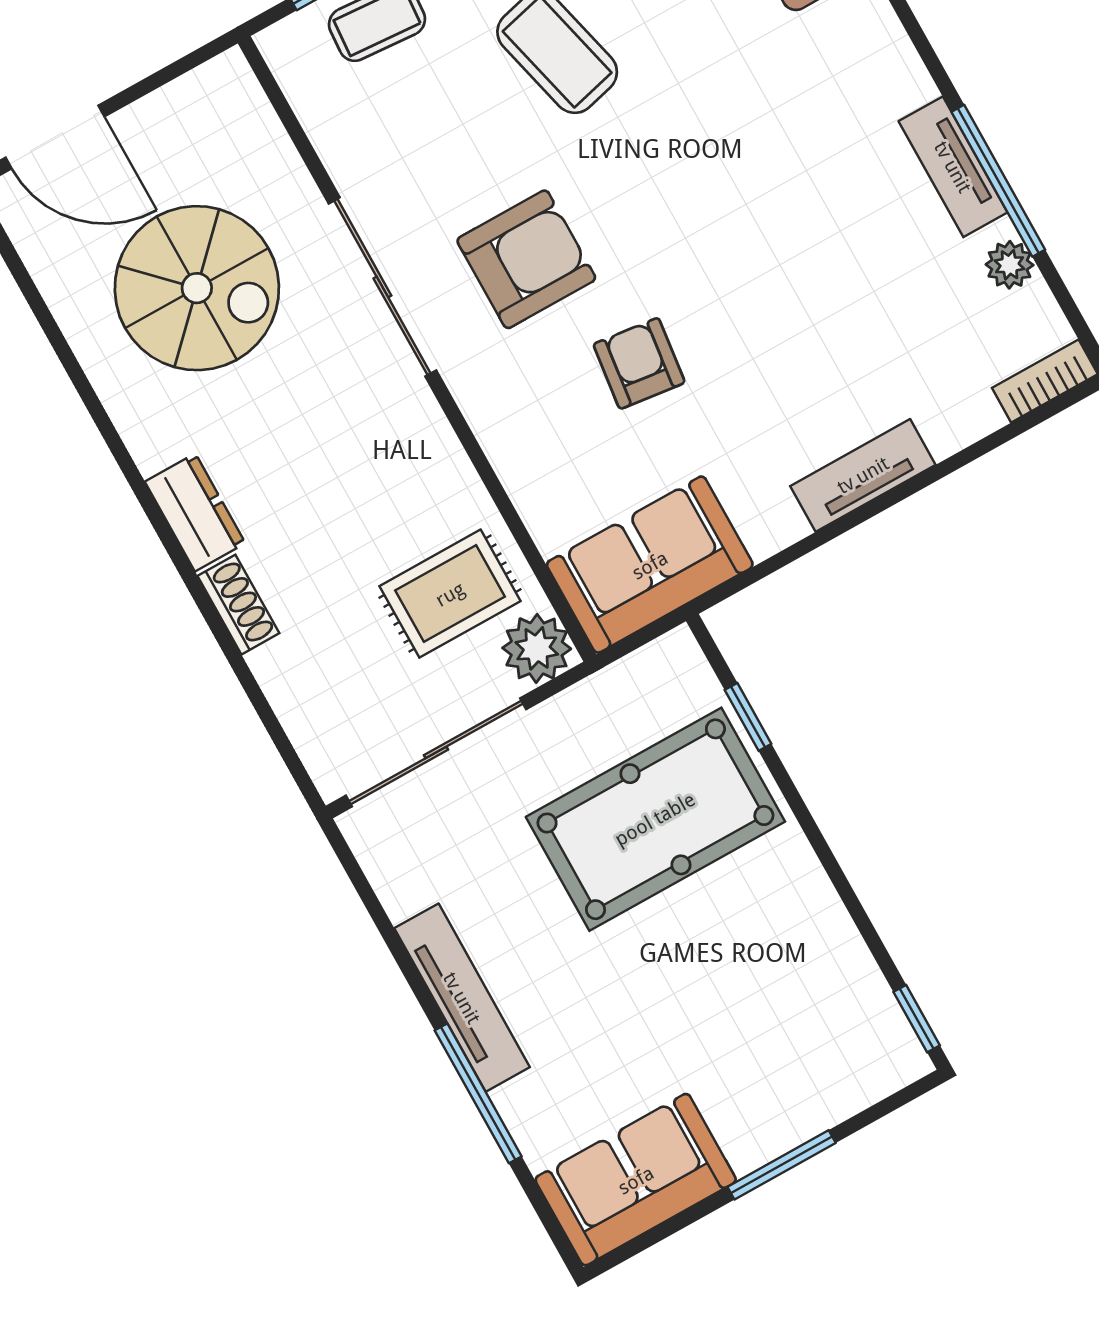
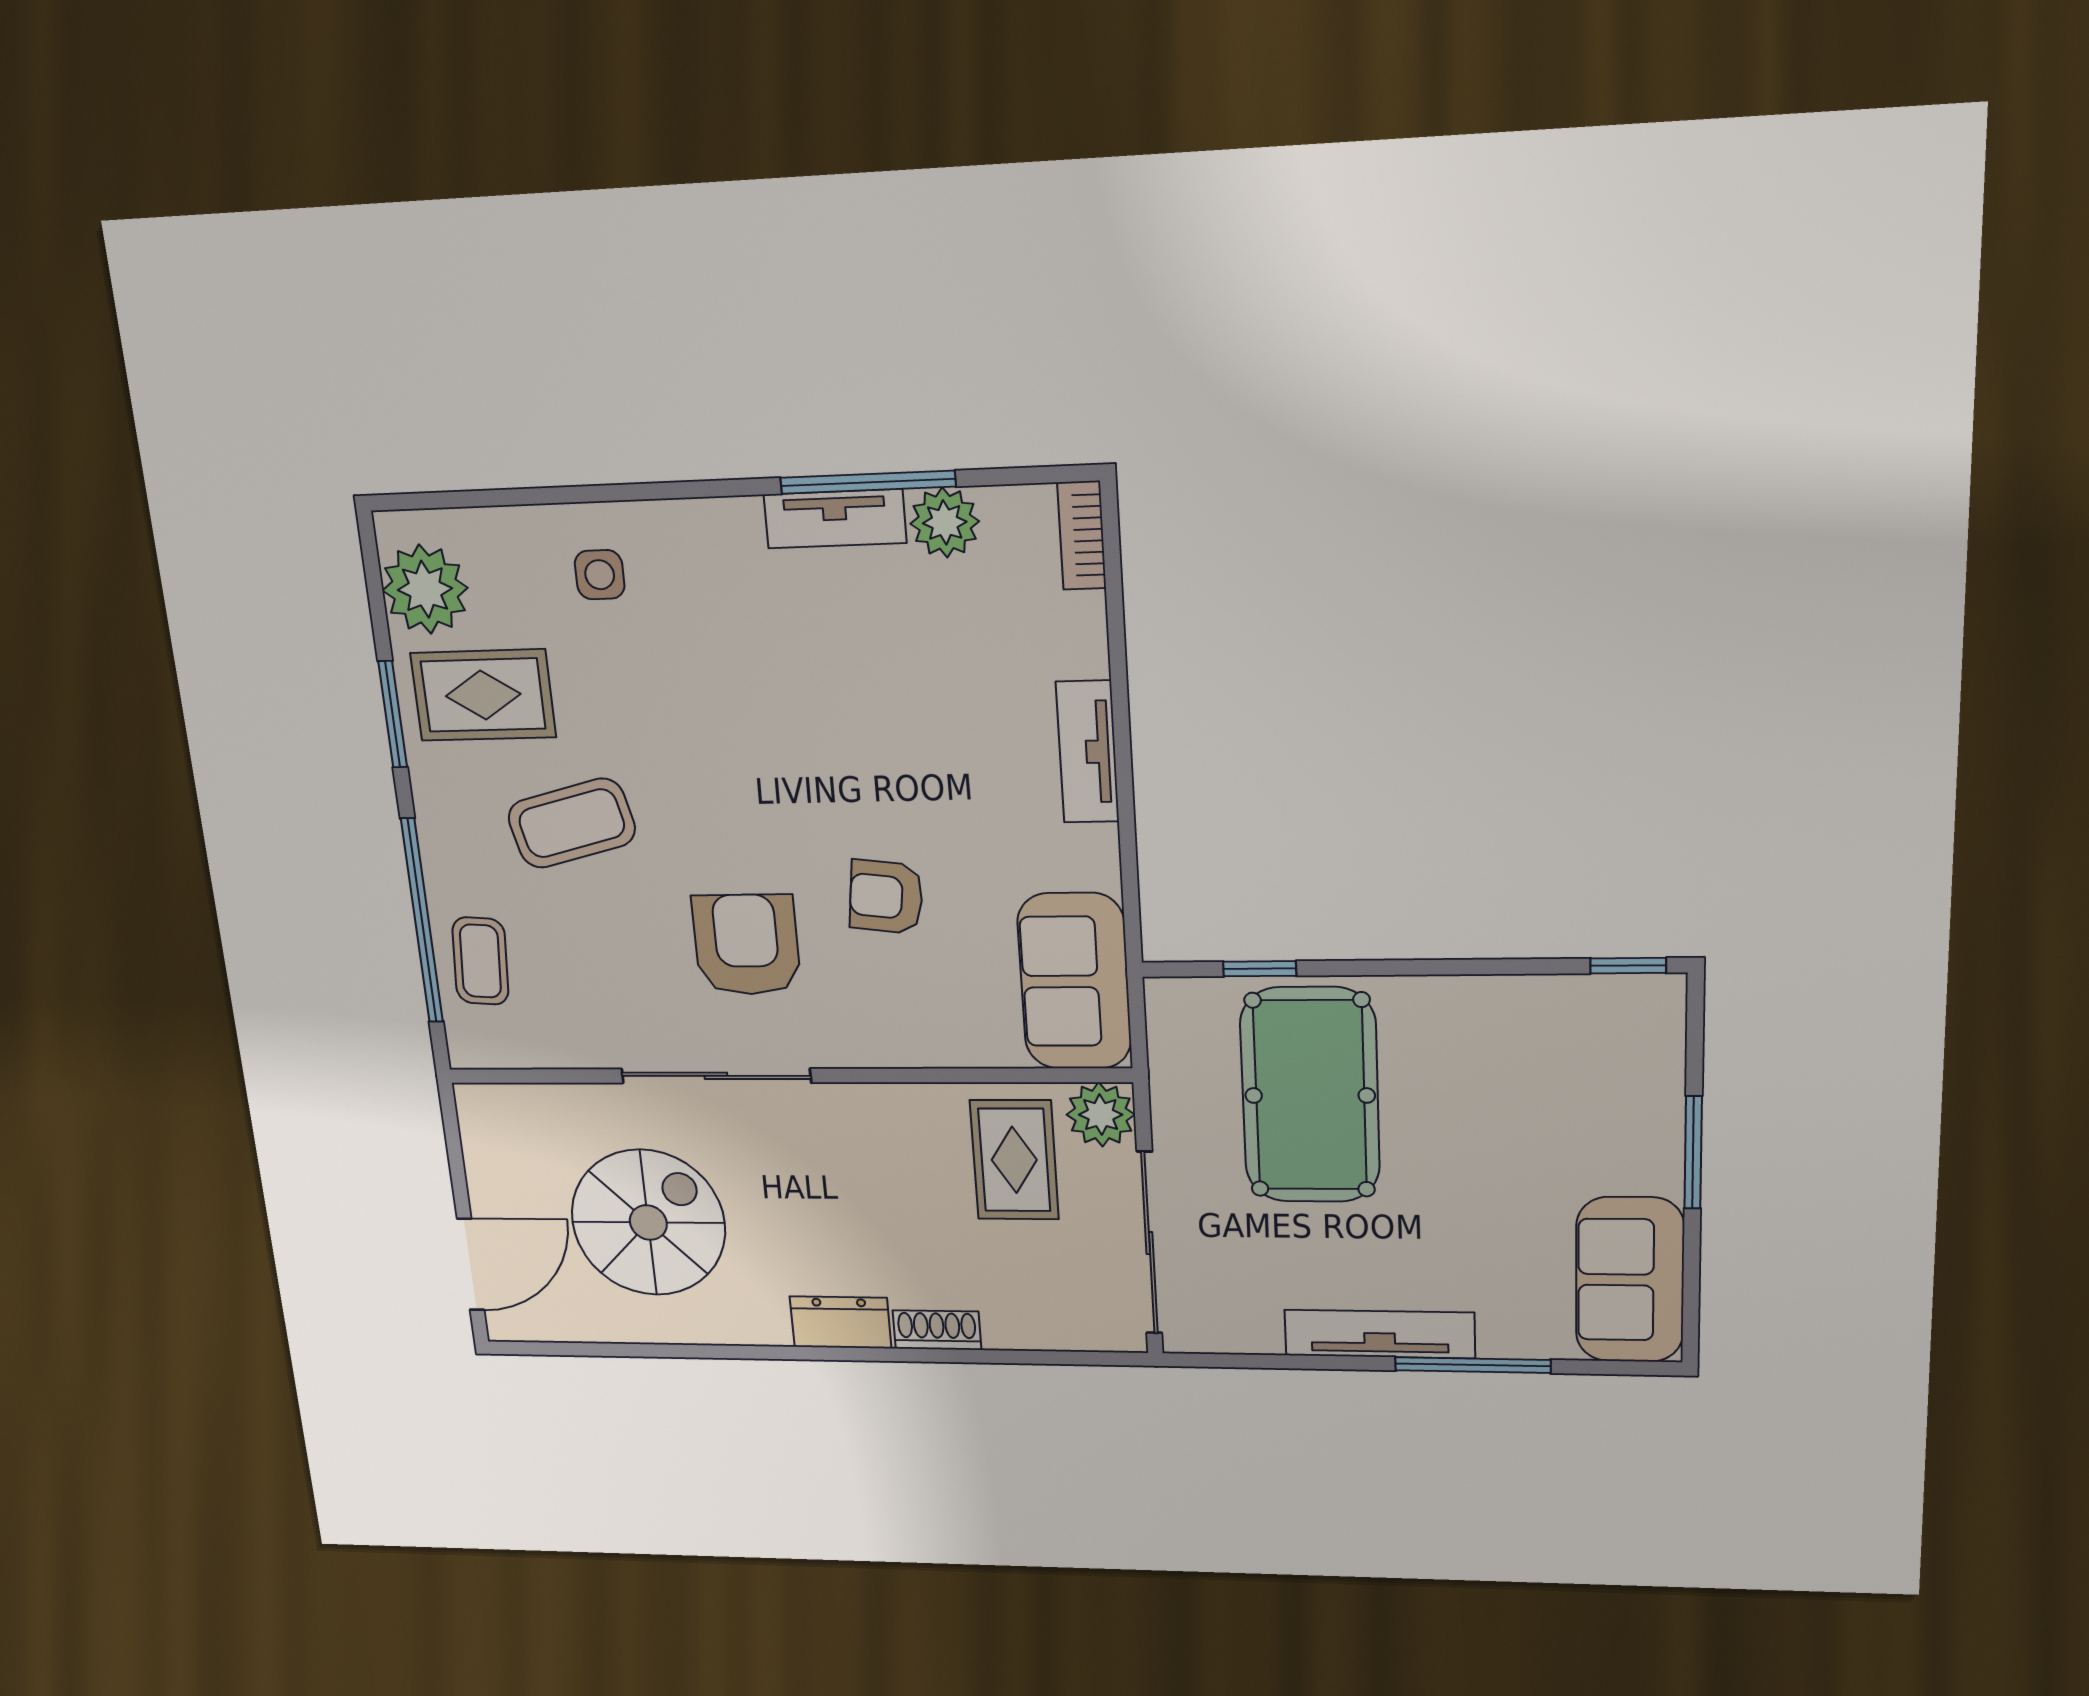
plant: (1010, 265) -> (945, 522), width x1.38, depth x1.38

